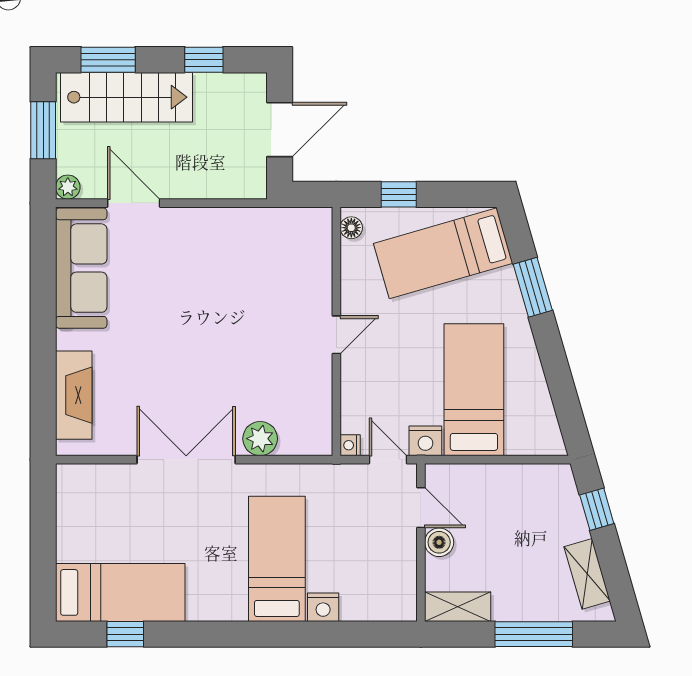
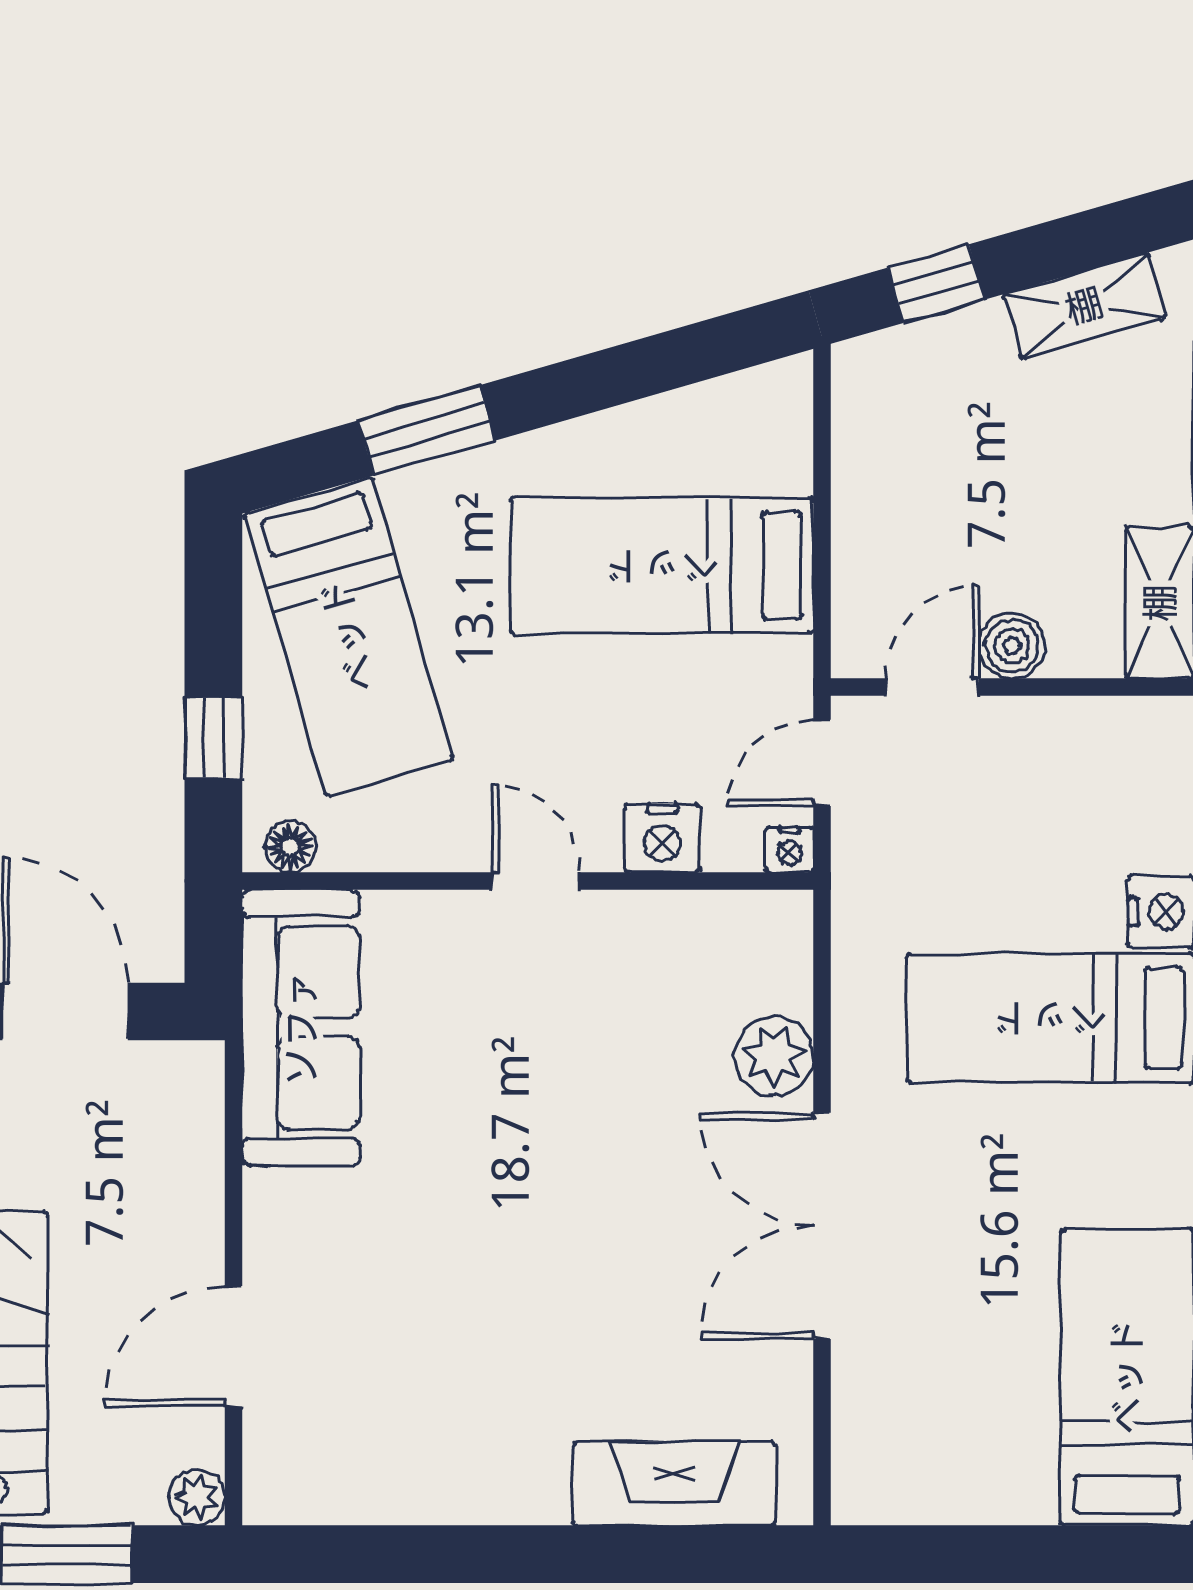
sofa: (81, 268) -> (301, 1028), moved, turned 90
nightstand: (425, 441) -> (662, 838), moved, turned 90

